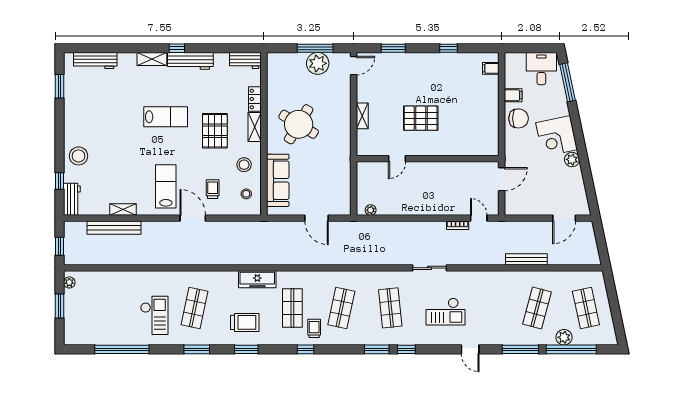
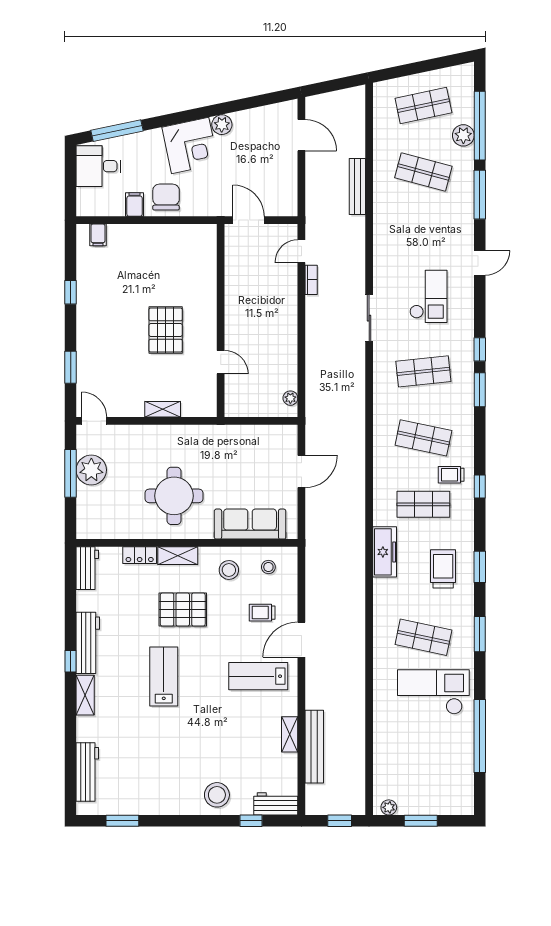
round table: (299, 124) -> (174, 496), turned -31
checkout: (154, 315) -> (433, 692), width x1.36, depth x1.21

